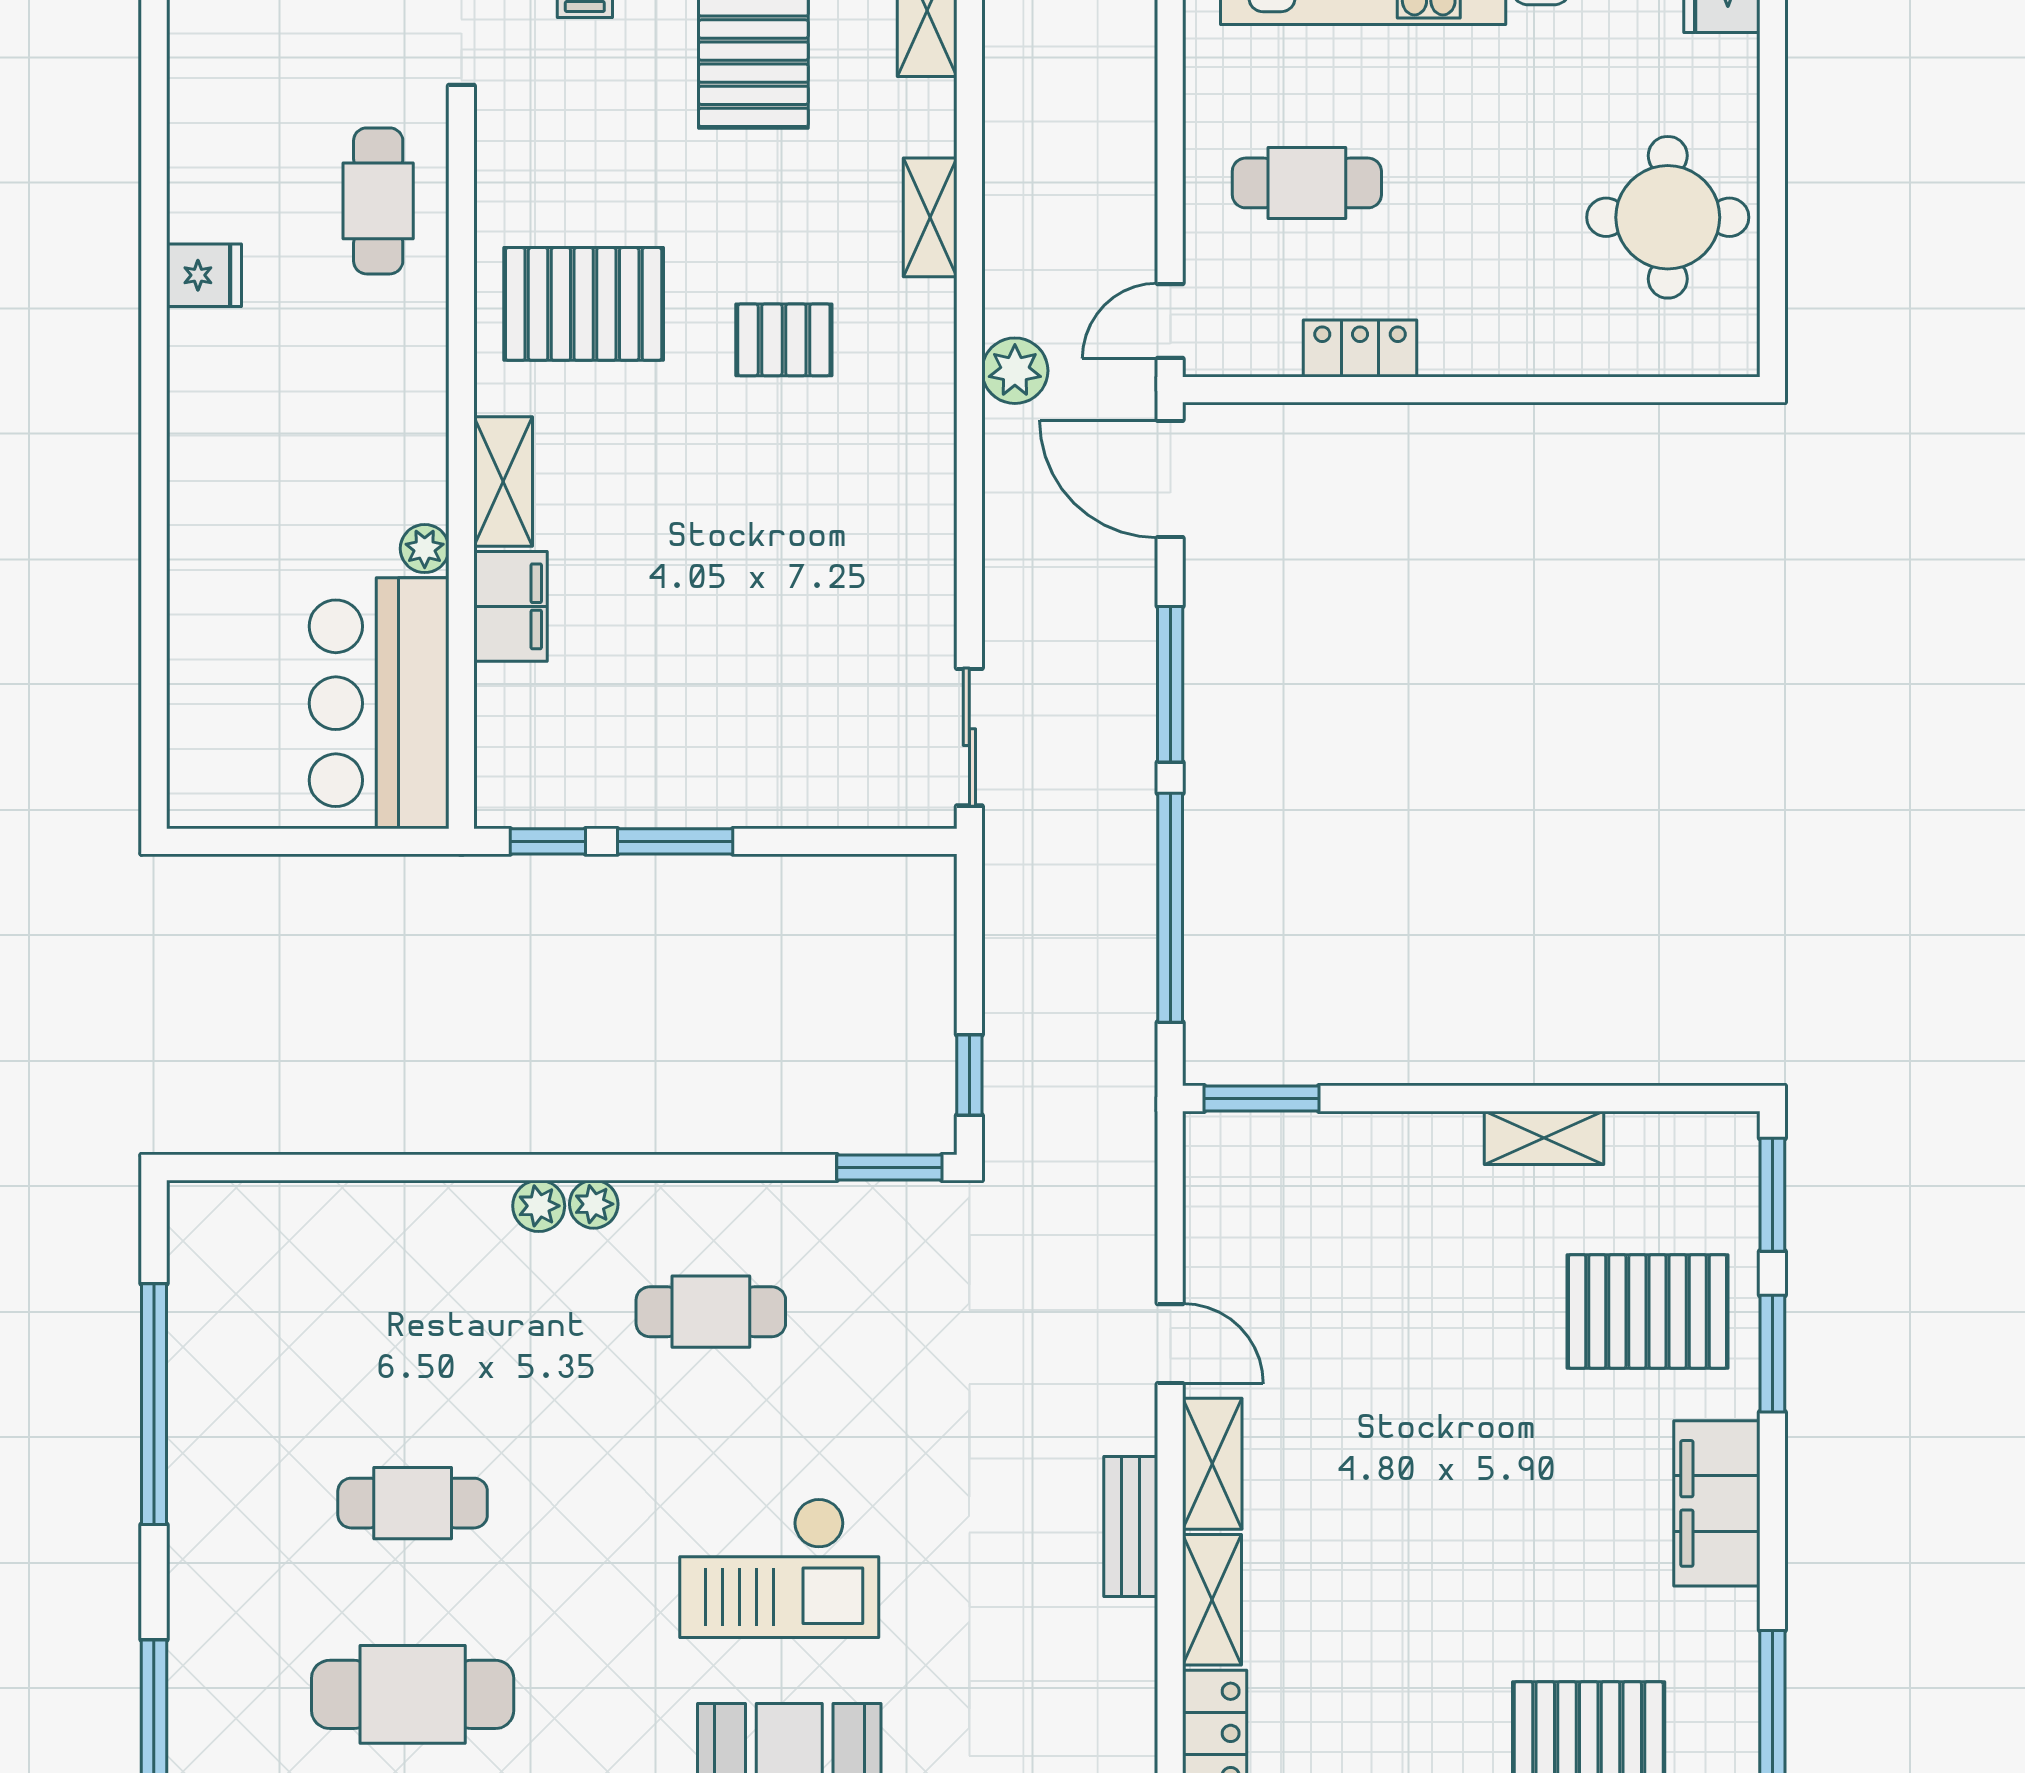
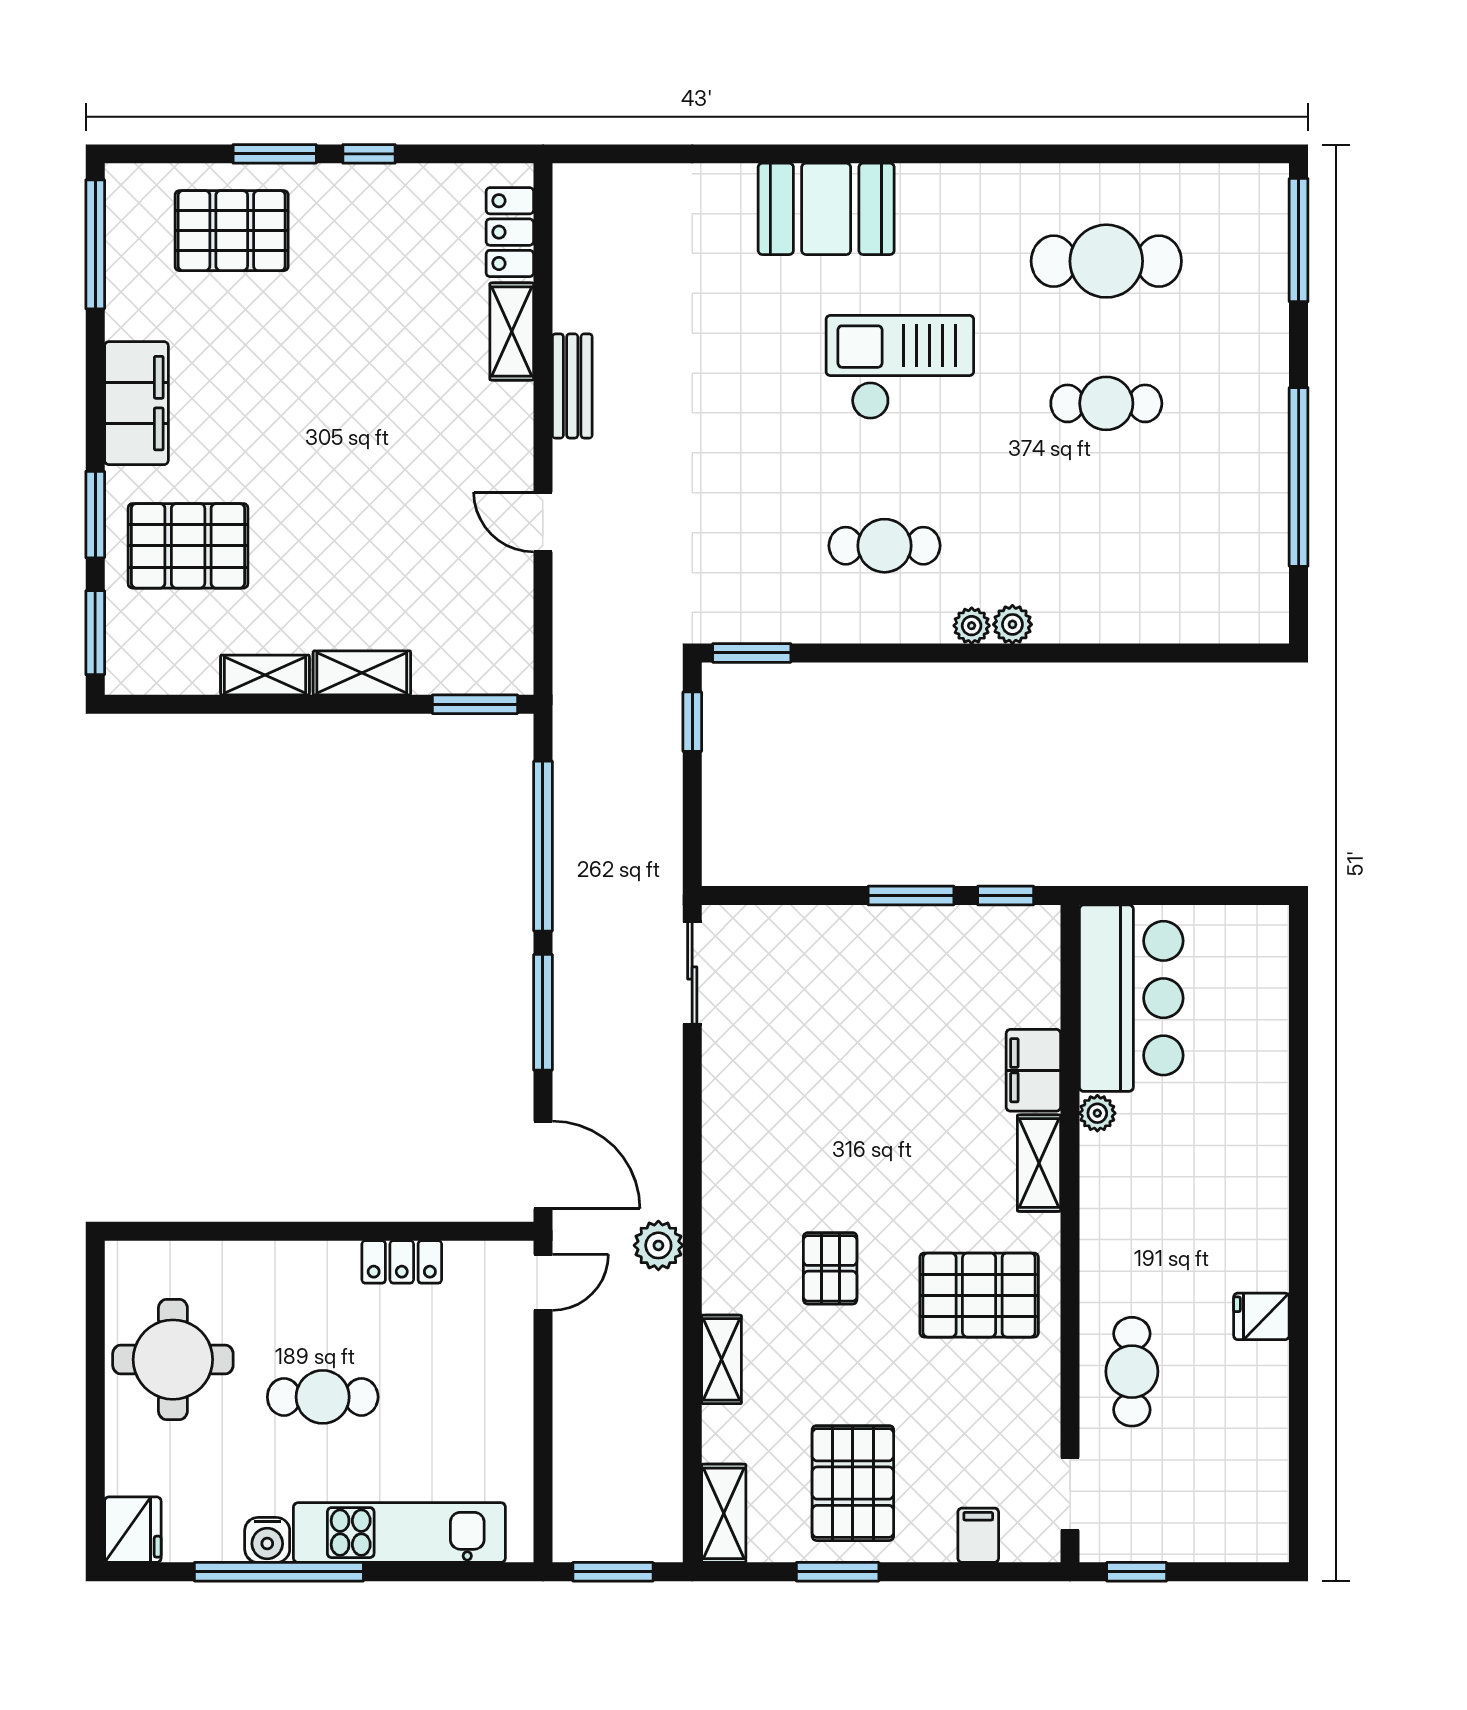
cafe table: (1307, 183) -> (323, 1397), moved
pallet: (784, 340) -> (830, 1268), turned 90
shelving: (1212, 1464) -> (362, 673), moved, turned 90
checkout: (779, 1568) -> (900, 367), moved

